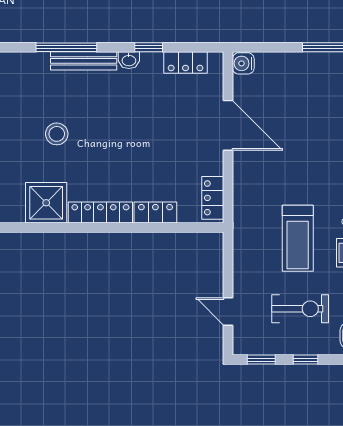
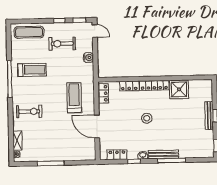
water cooler: (243, 63) -> (88, 57), moved
stool: (57, 134) -> (147, 118), moved
treadmill: (298, 238) -> (74, 98), moved
door: (228, 311) -> (95, 31), moved

